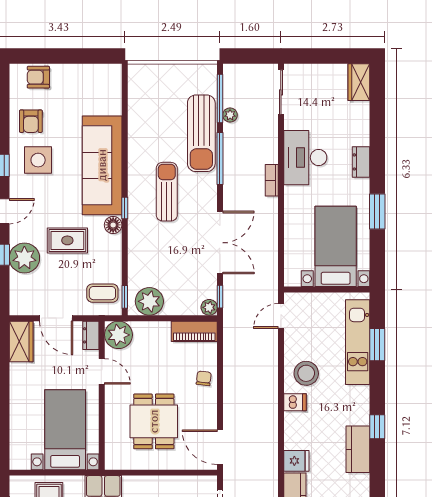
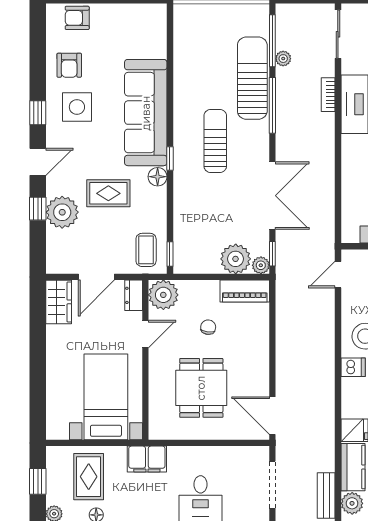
sun lounger: (201, 133) -> (252, 78), turned 180
bookcase: (272, 180) -> (328, 95), moved
coffee table: (102, 293) -> (146, 250), turned 90
plant: (149, 301) -> (236, 259), moved
door: (56, 318) -> (96, 277), hinge flipped
door: (102, 371) -> (145, 334), hinge flipped
chair: (204, 378) -> (208, 327), moved

